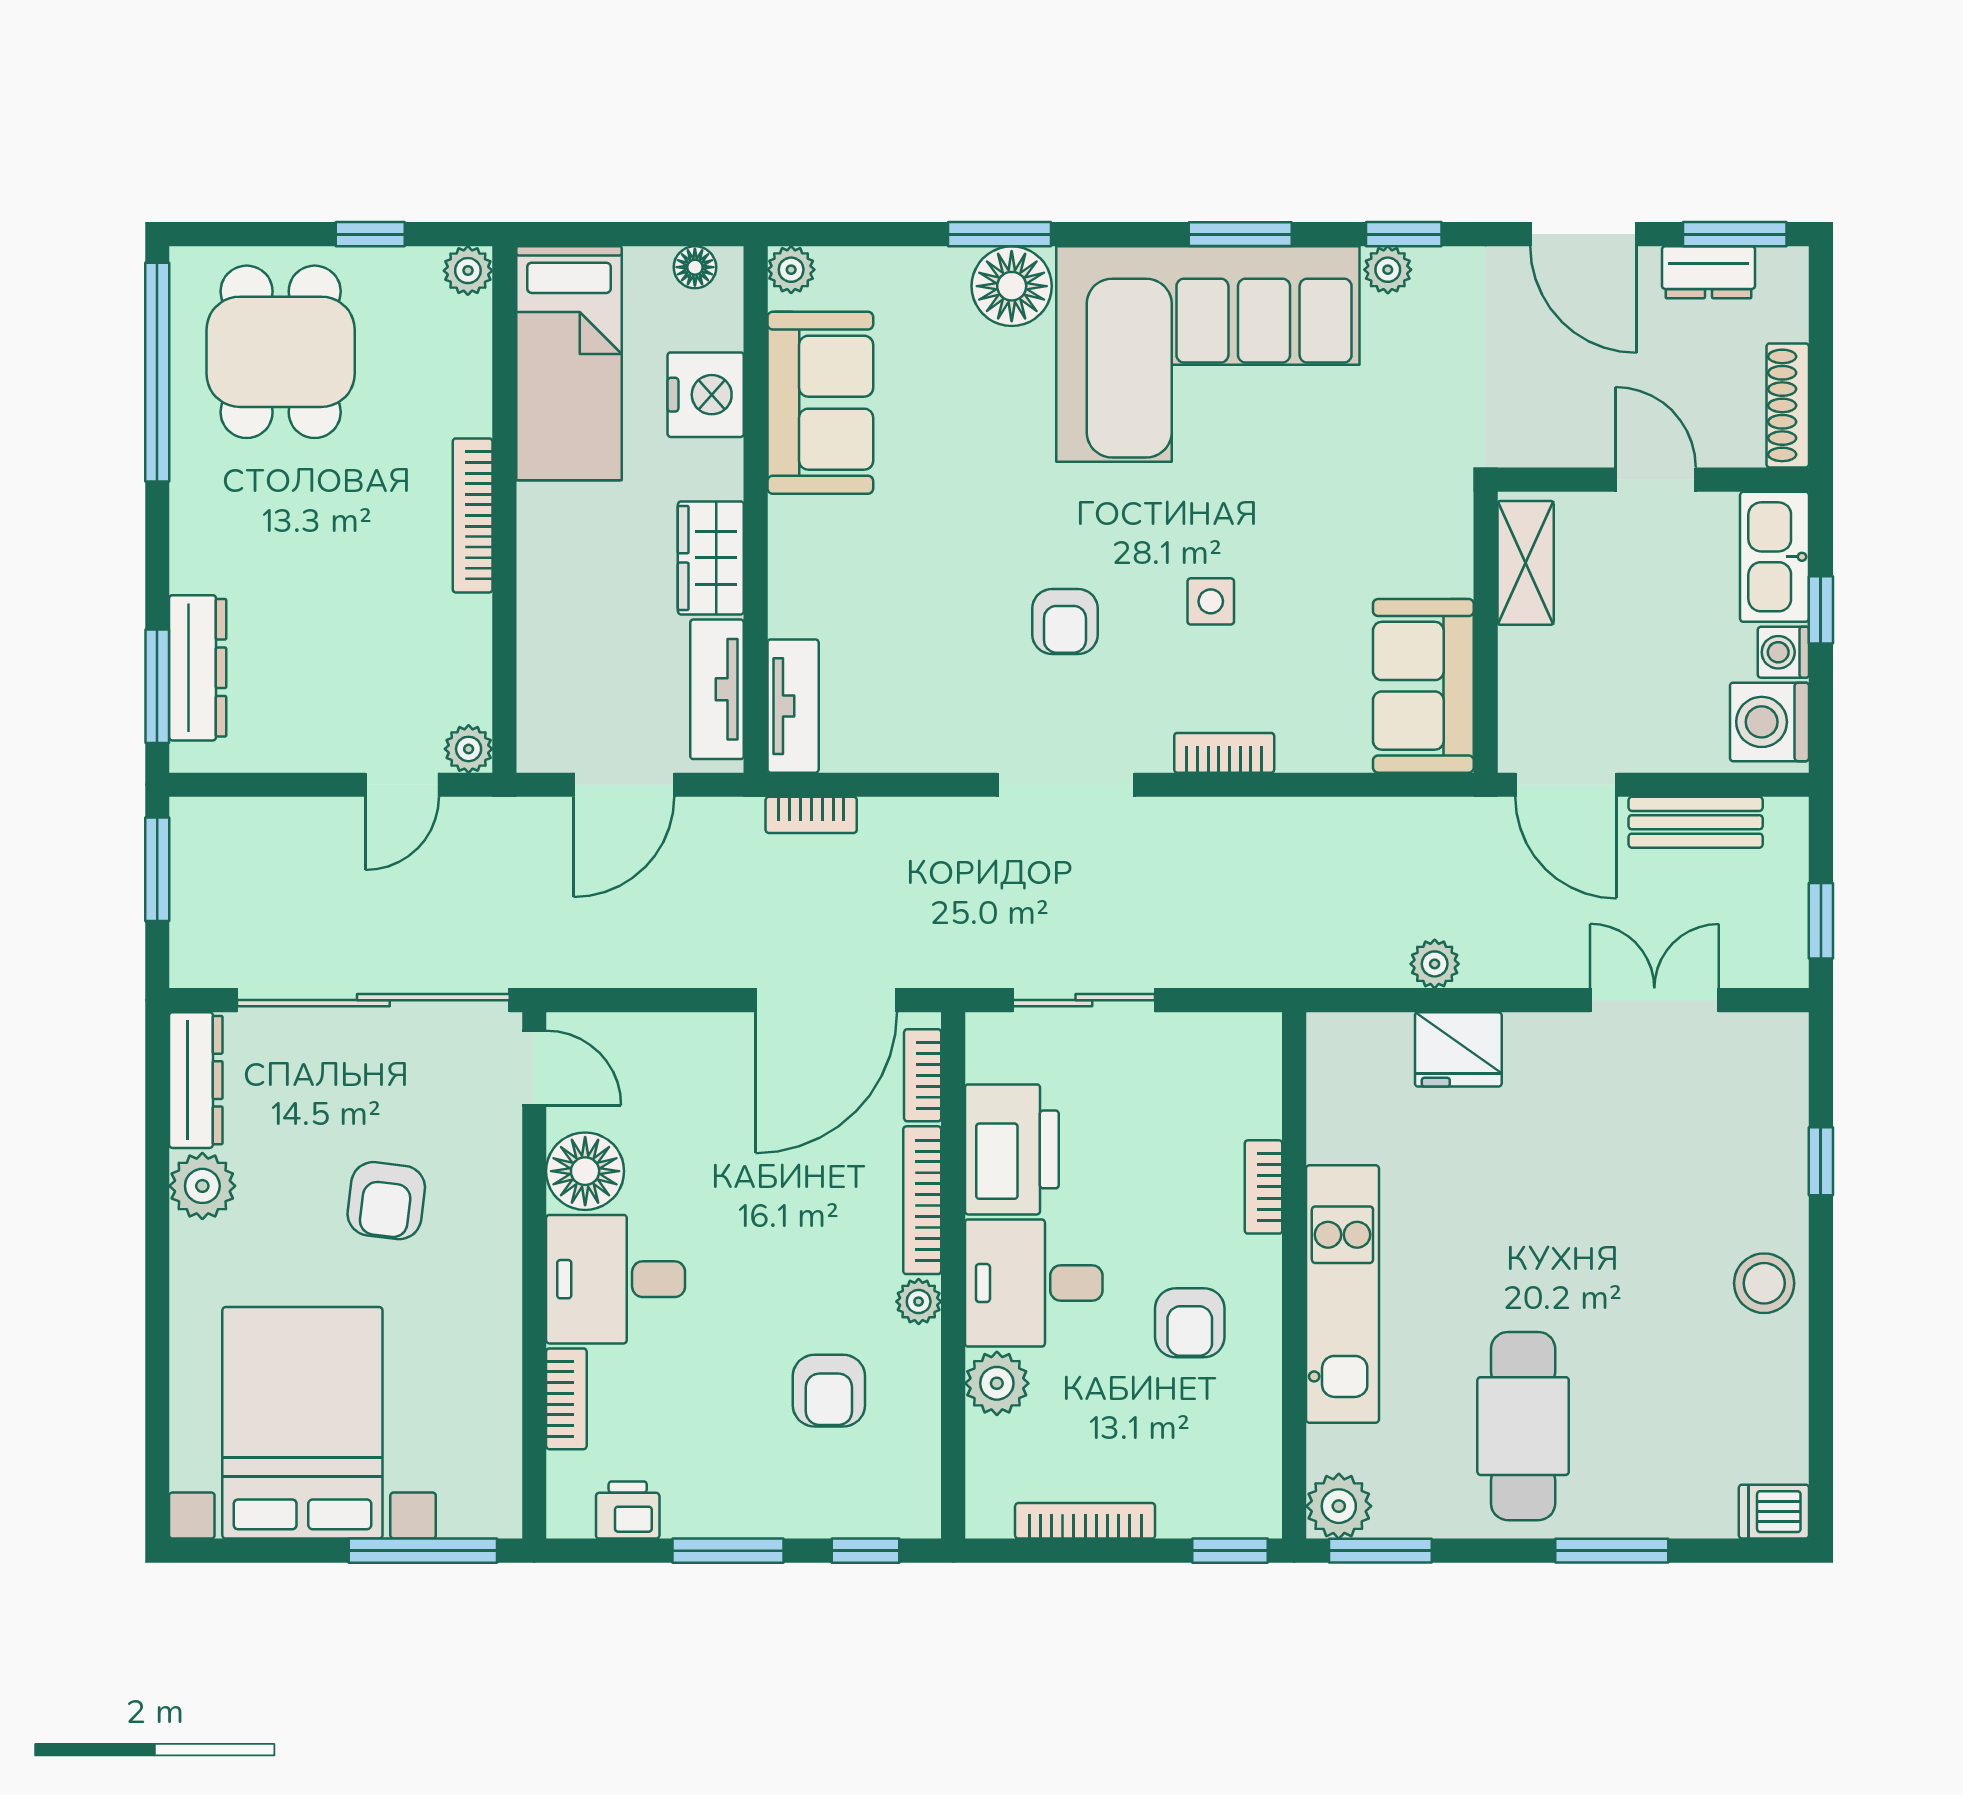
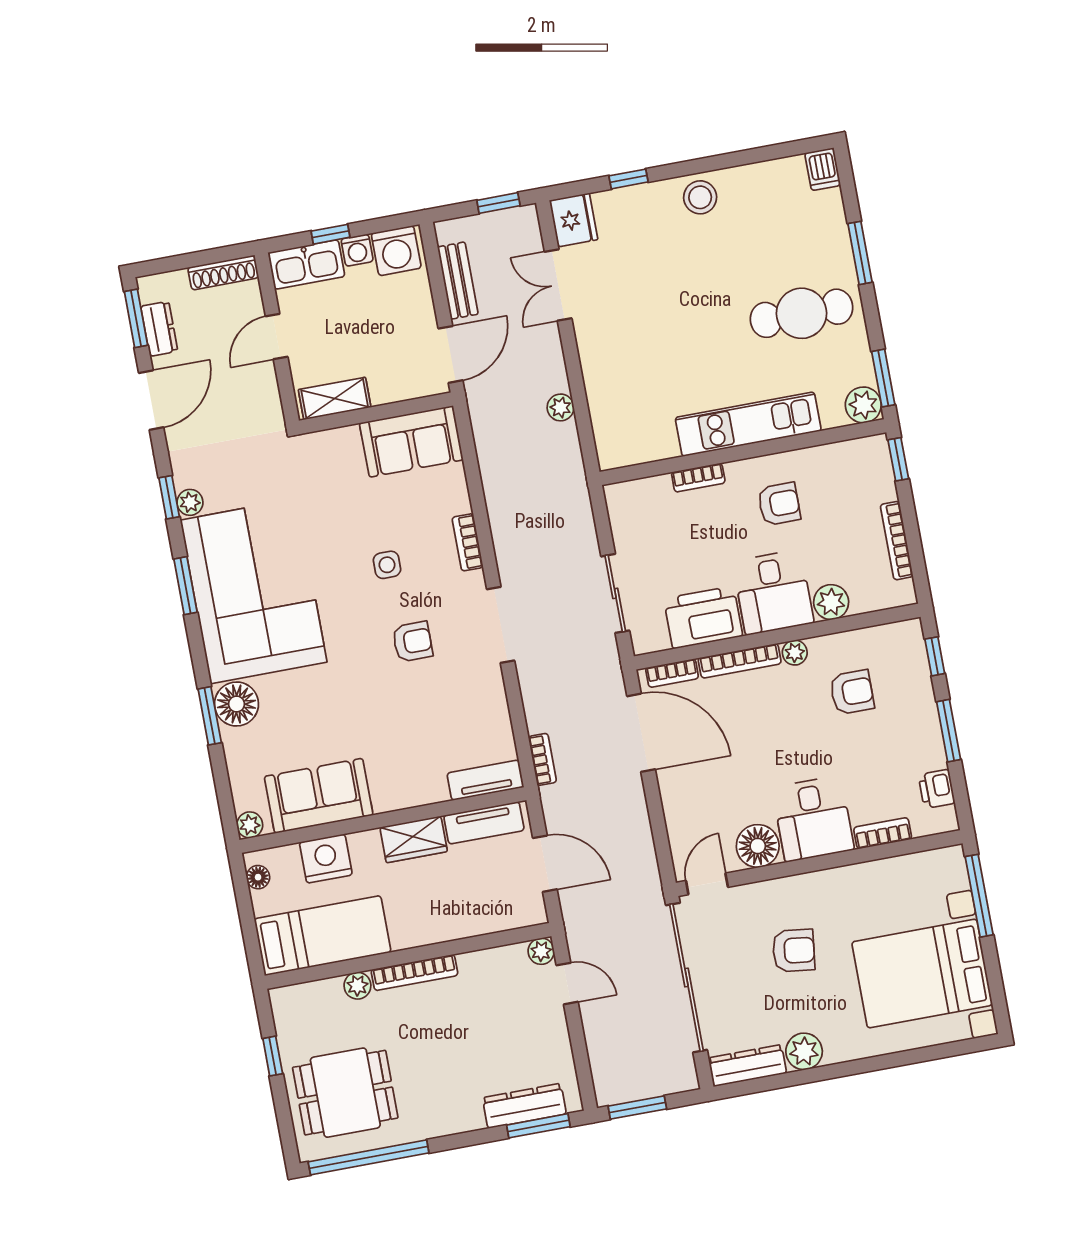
plant: (468, 271) -> (357, 986), moved
fridge: (1458, 1049) -> (574, 220), moved

